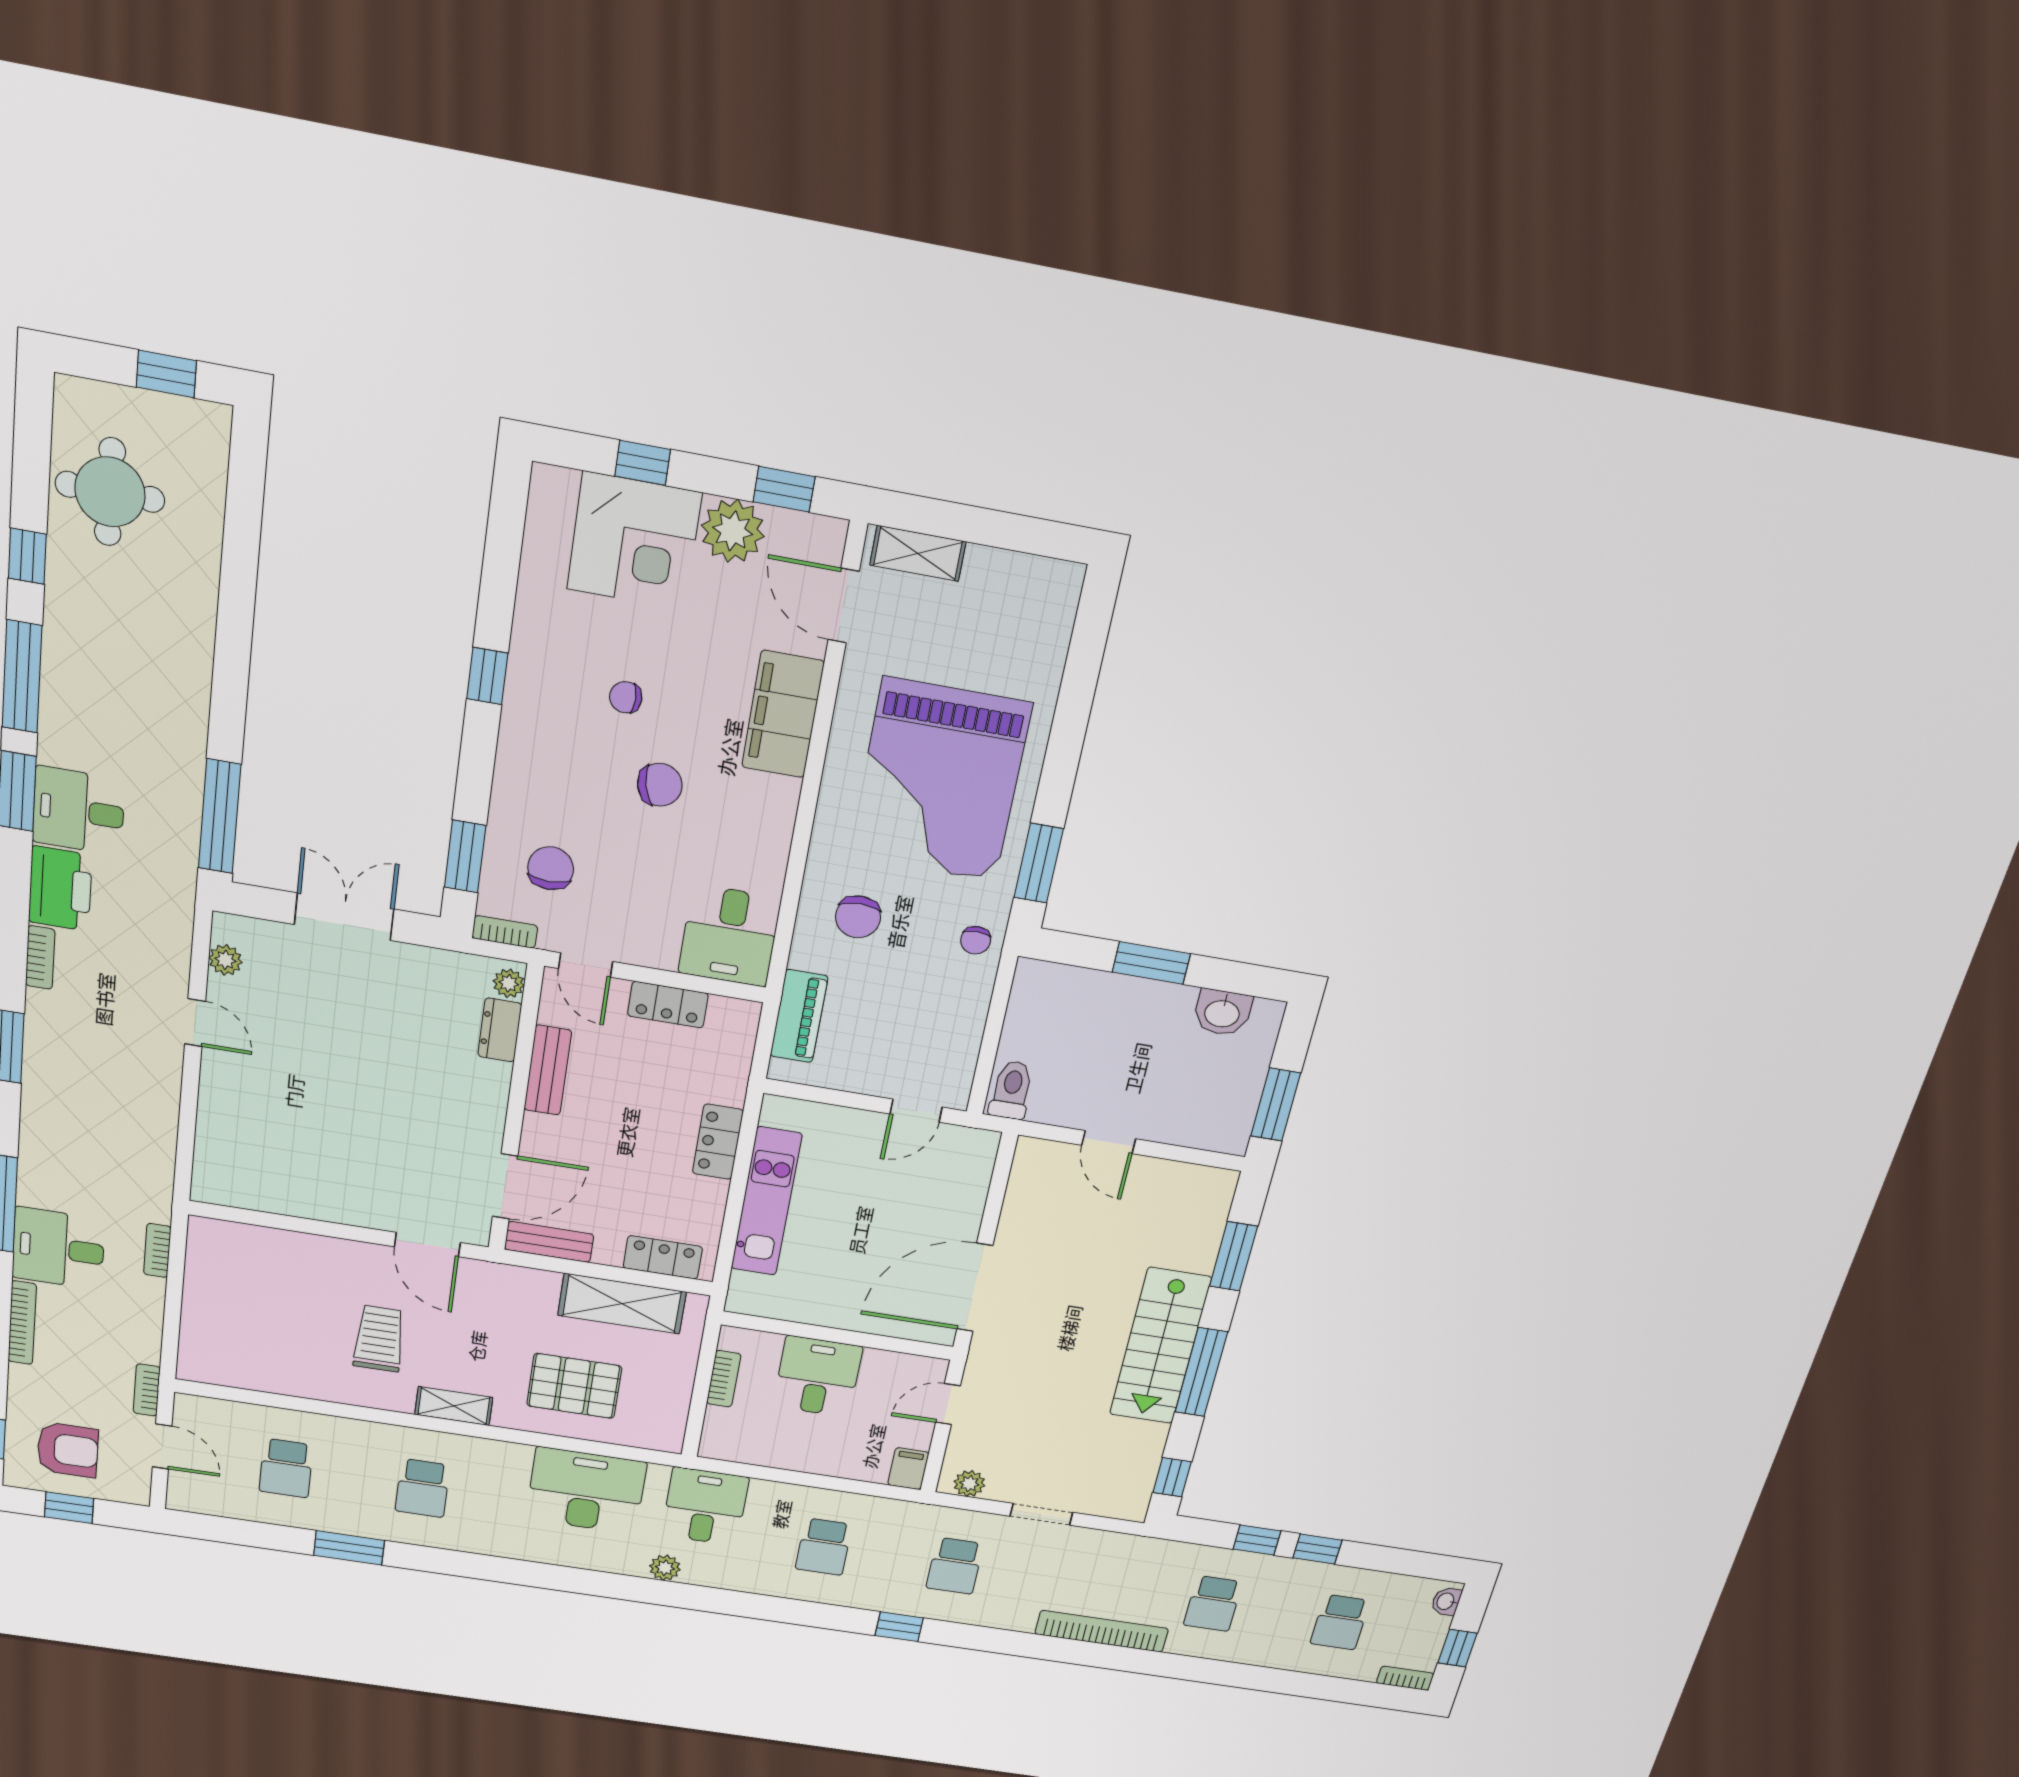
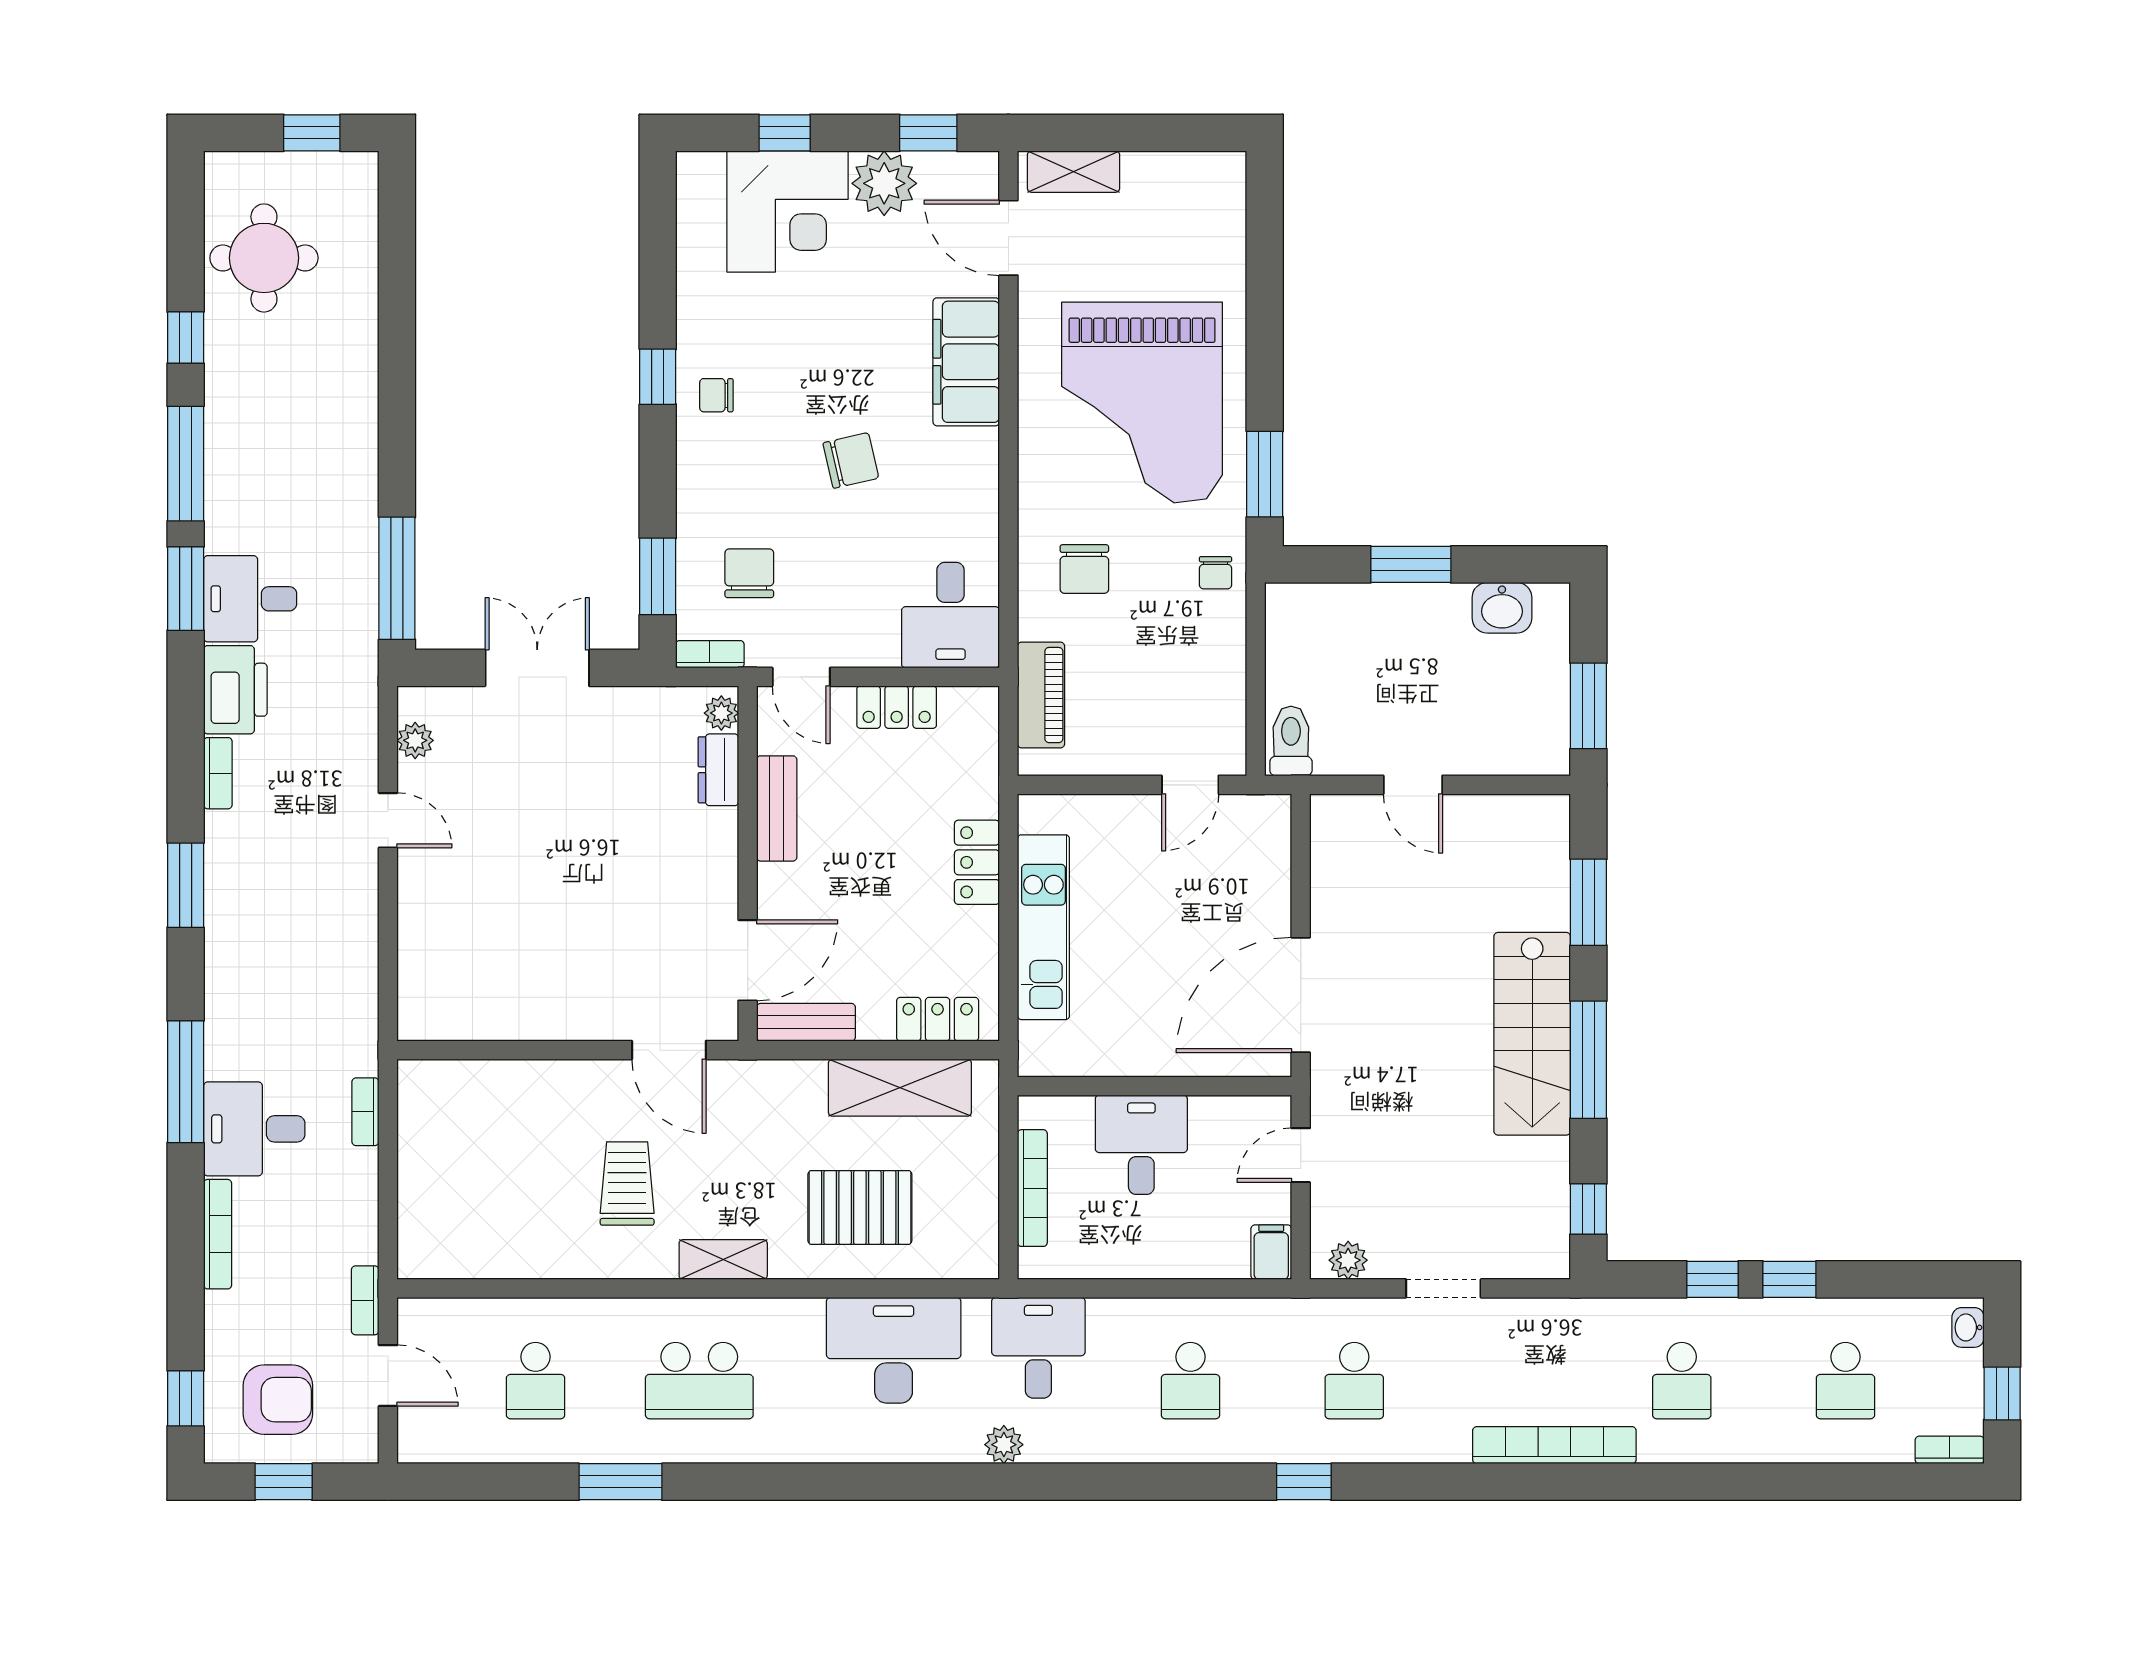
chair: (626, 697) -> (716, 395), moved
bookcase: (724, 1379) -> (1032, 1188), width x1.56
school desk: (423, 1488) -> (699, 1381), width x1.85

